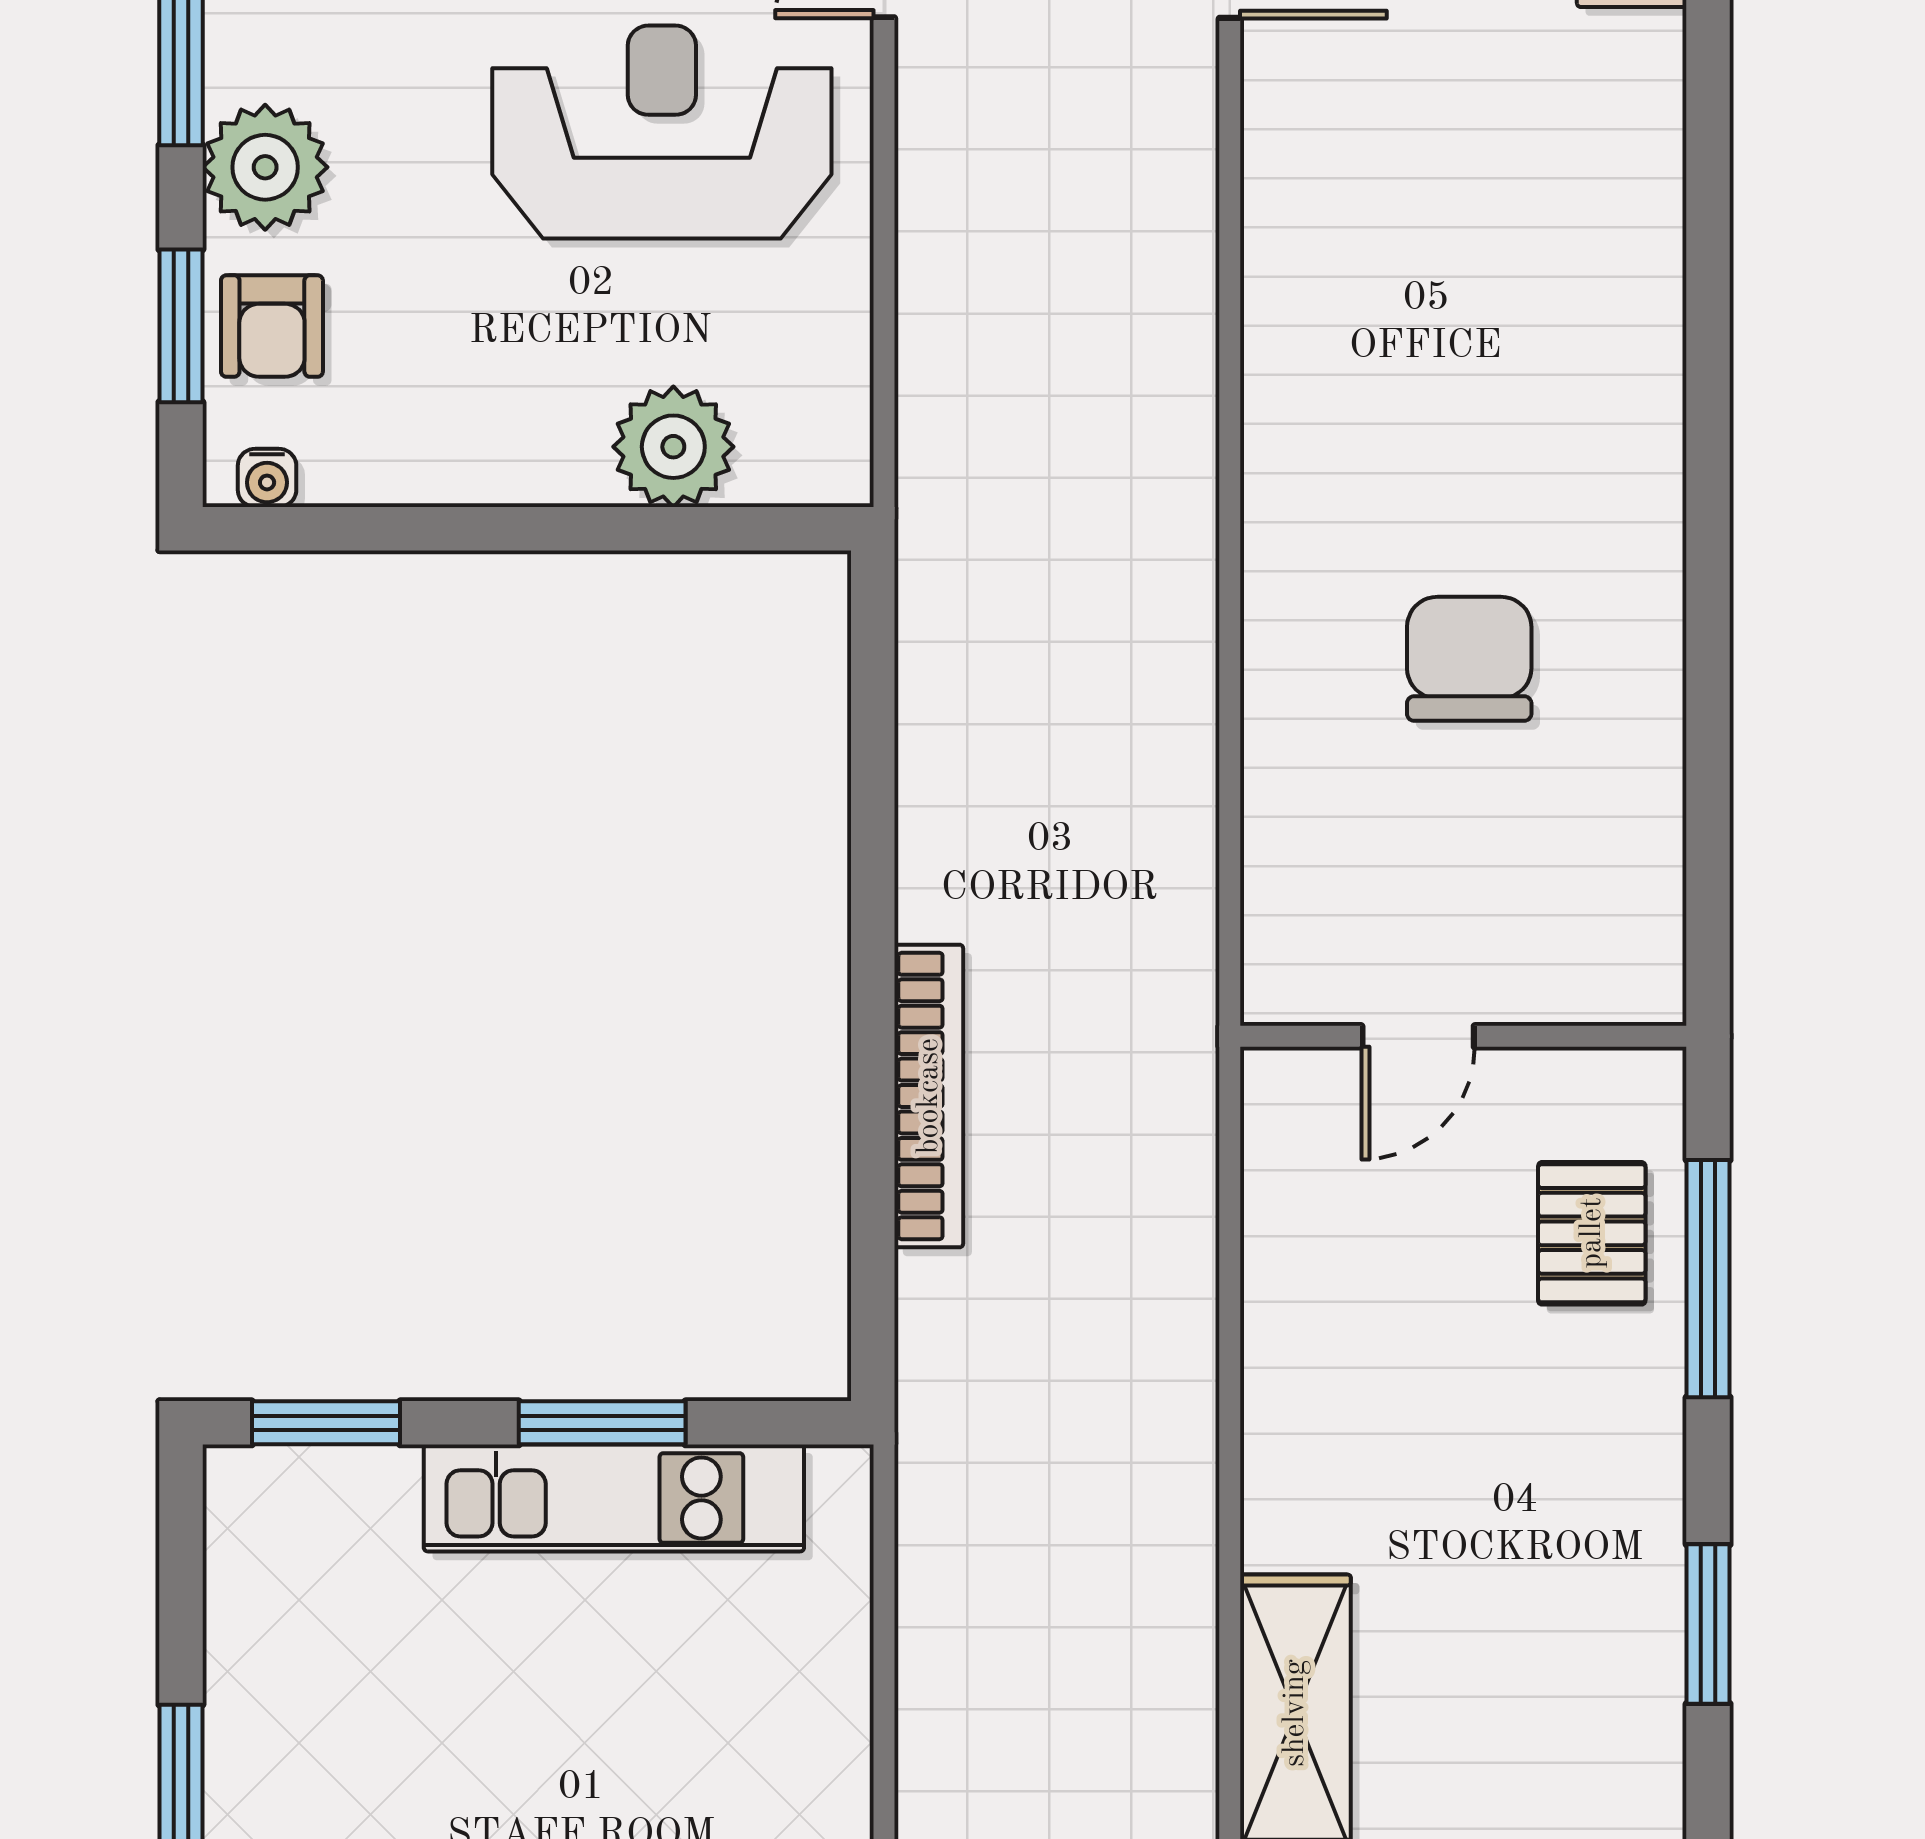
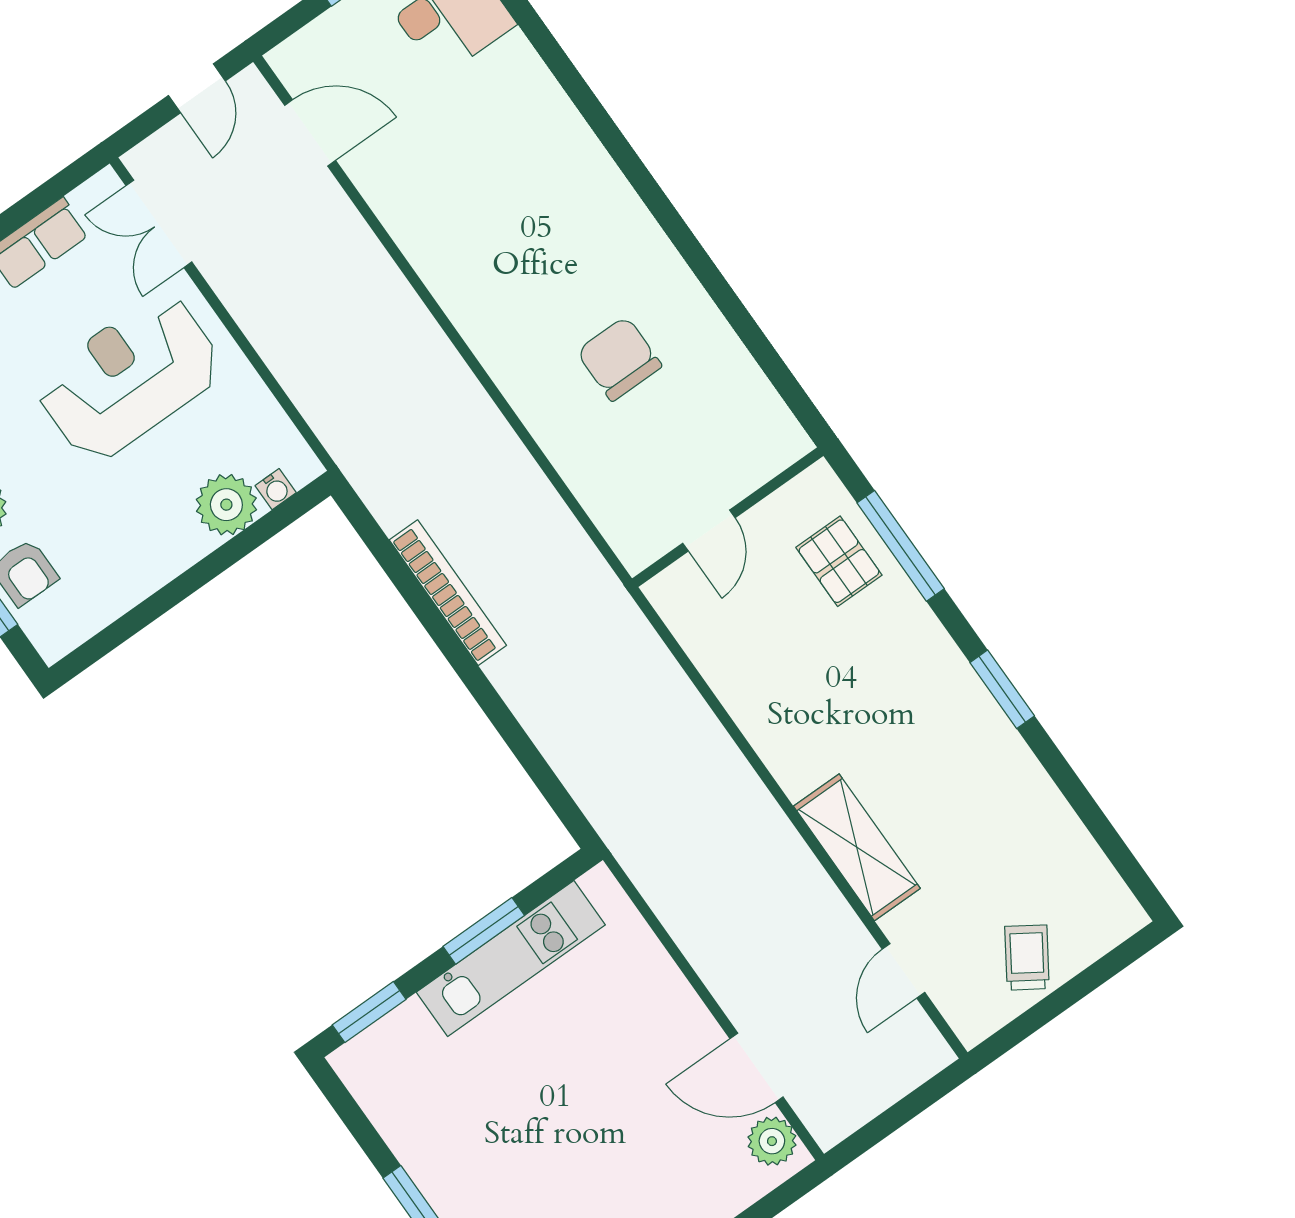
water cooler: (267, 478) -> (276, 489), moved
bookcase: (929, 1096) -> (448, 593), moved

